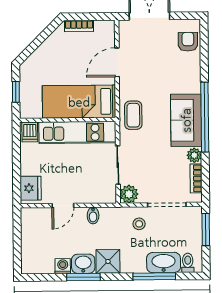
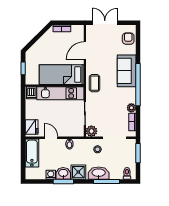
sofa: (186, 120) -> (127, 71), moved
door: (63, 206) -> (51, 138), swing flipped
bathtub: (32, 231) -> (32, 153), added
washbasin: (164, 263) -> (99, 173), moved

